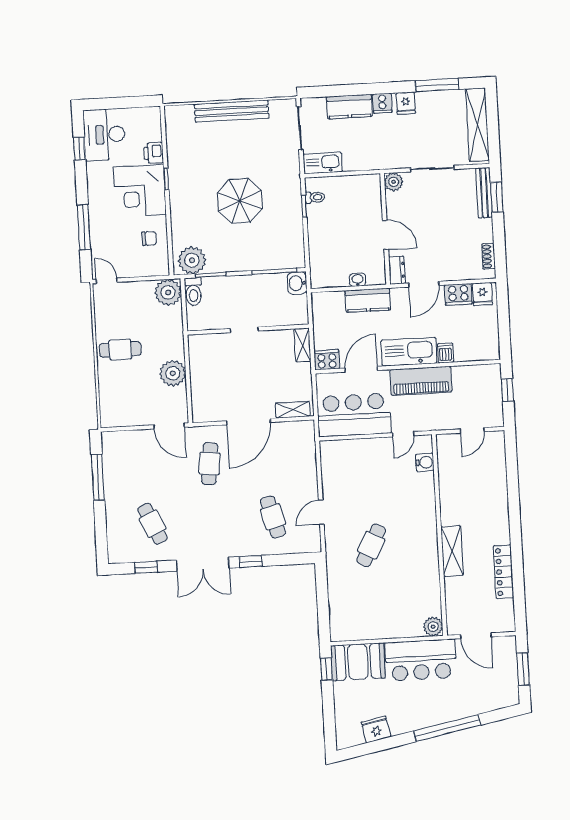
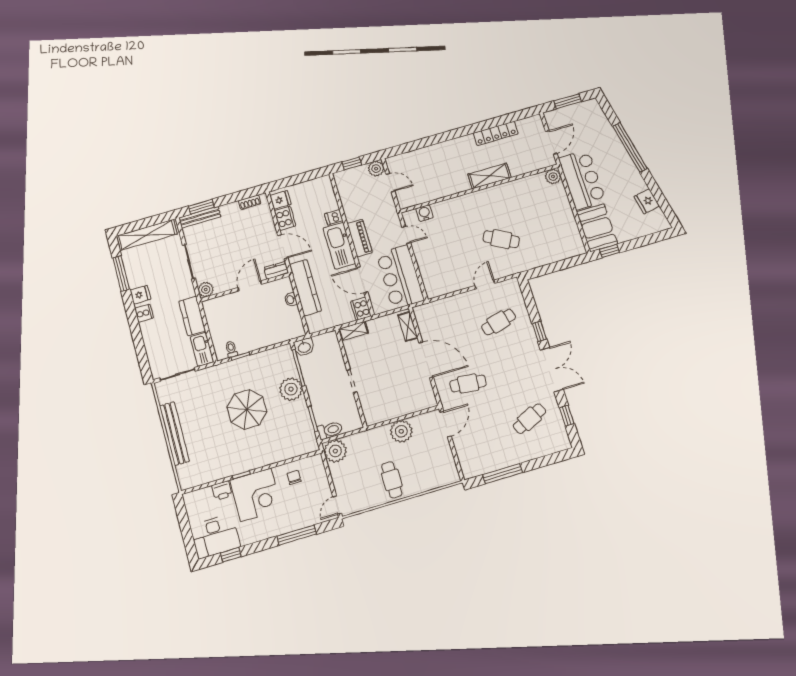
kitchen counter: (349, 107) -> (192, 316), moved, turned 180
plant: (192, 260) -> (291, 389), moved
kitchen counter: (368, 300) -> (305, 288), width x1.50
piano: (421, 381) -> (360, 238), width x0.73, depth x0.75
plant: (494, 418) -> (376, 169), added
door: (321, 512) -> (485, 284), swing flipped

